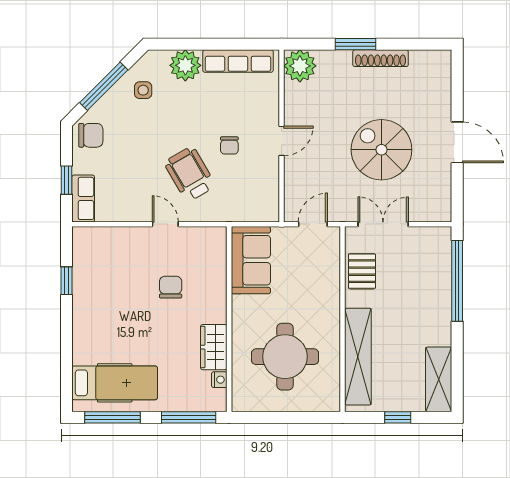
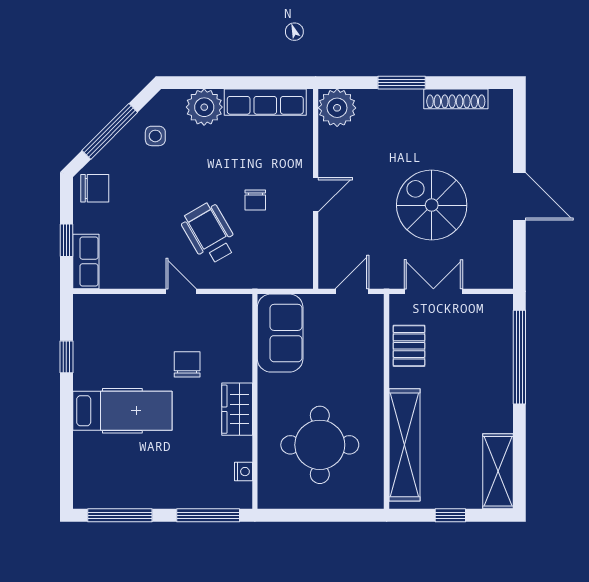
shoe rack: (381, 58) -> (456, 99), moved
wardrobe: (214, 347) -> (237, 409), moved
hospital bed: (115, 383) -> (122, 411), moved

